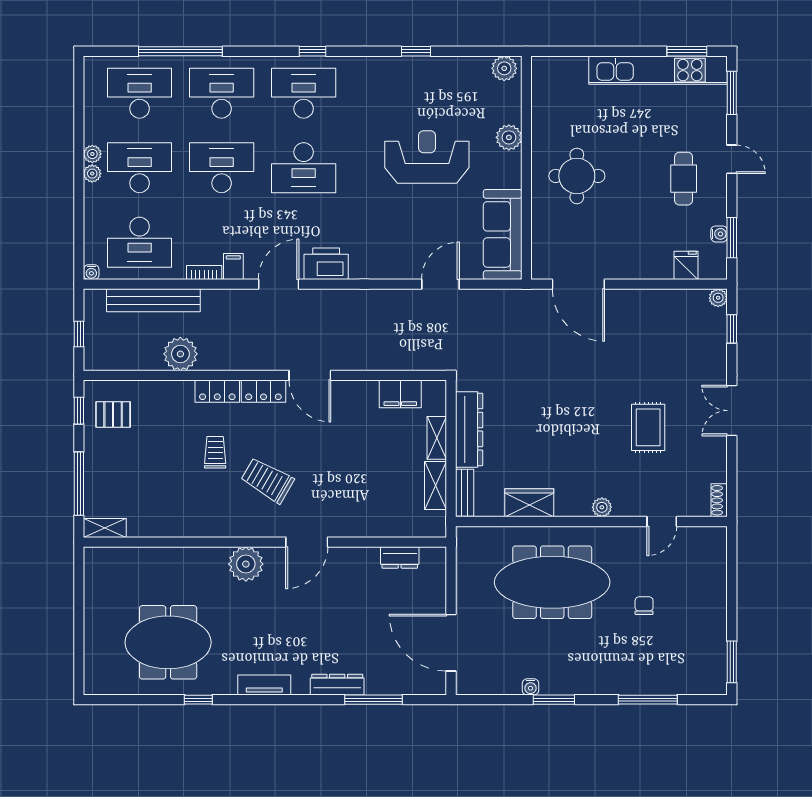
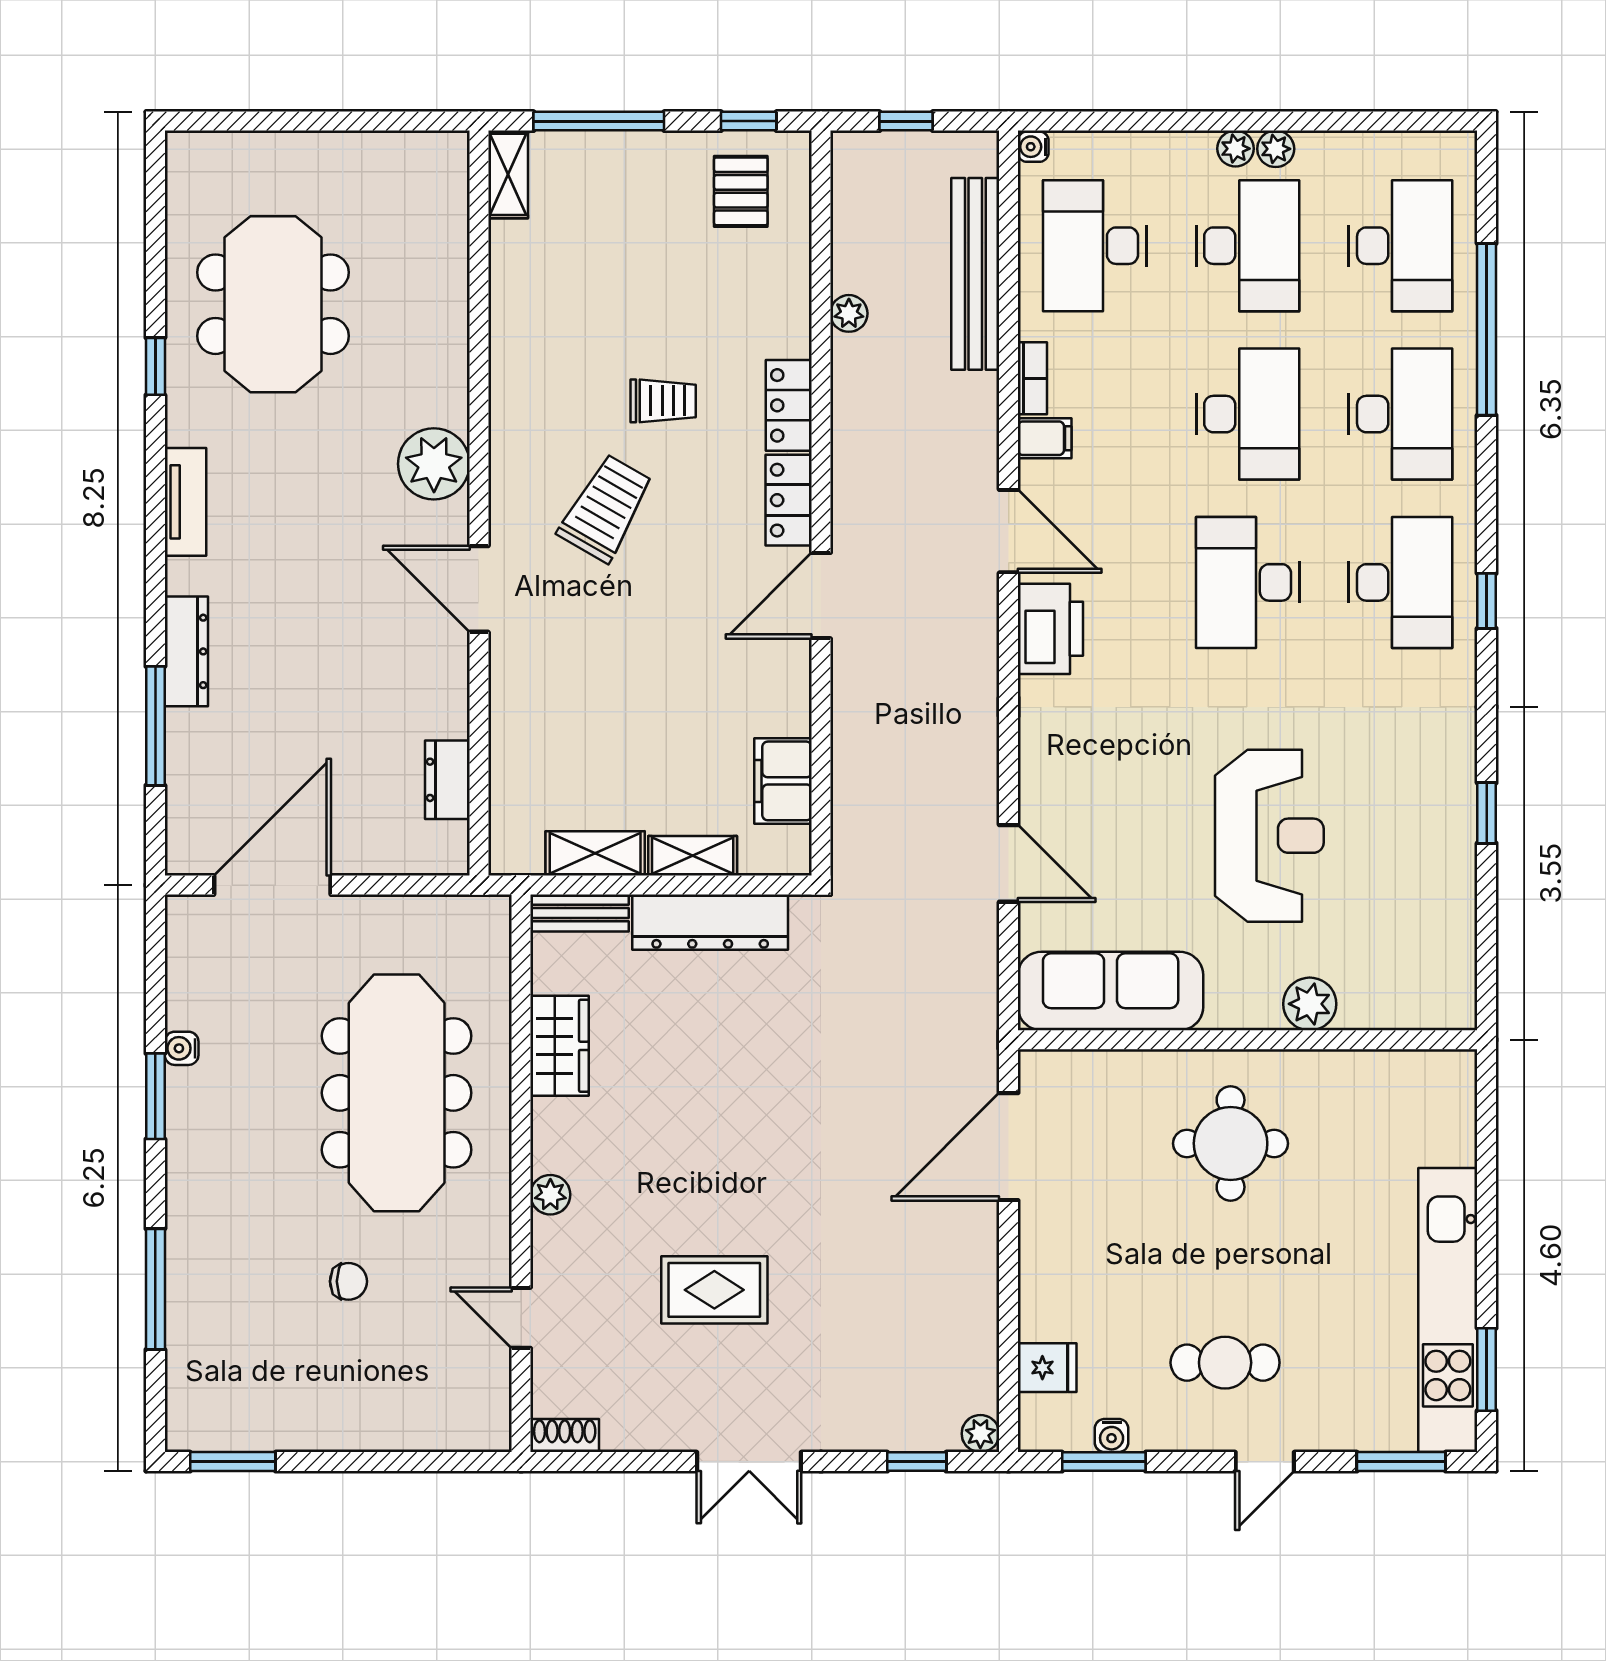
plant: (504, 68) -> (1451, 994), removed
plant: (180, 354) -> (849, 313), width x0.53, depth x0.53
double door: (732, 411) -> (749, 1462), swing flipped

